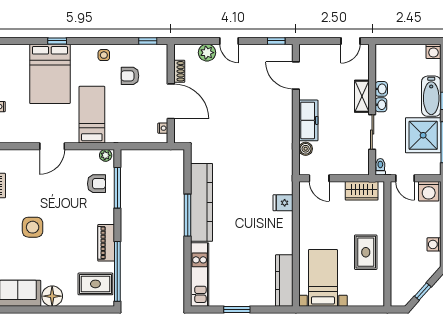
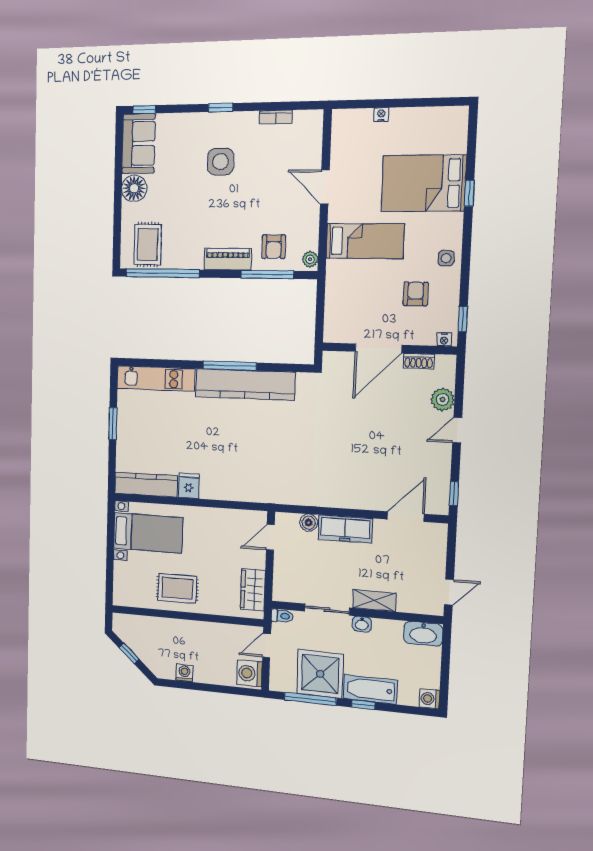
door: (350, 41) -> (449, 592), swing flipped
washbasin: (381, 89) -> (423, 634), moved, width x1.91, depth x1.45
nightstand: (163, 128) -> (444, 339), moved
fridge: (283, 203) -> (189, 486), moved
piano: (106, 243) -> (228, 259), moved

